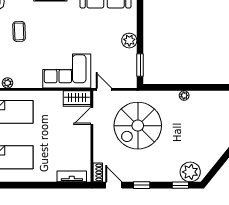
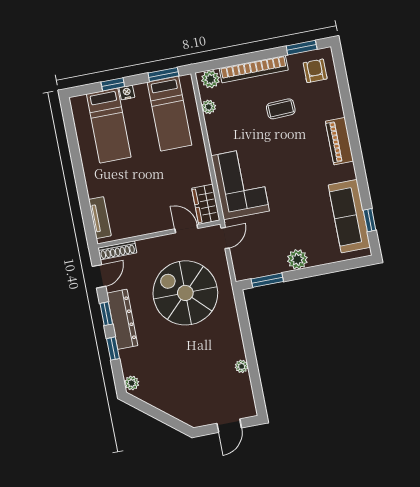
plant: (184, 95) -> (242, 366), moved
shoe rack: (98, 172) -> (117, 250), width x1.43
plant: (190, 172) -> (132, 383), width x0.53, depth x0.53
dresser: (148, 174) -> (122, 319), added
window: (180, 185) -> (113, 349), moved

